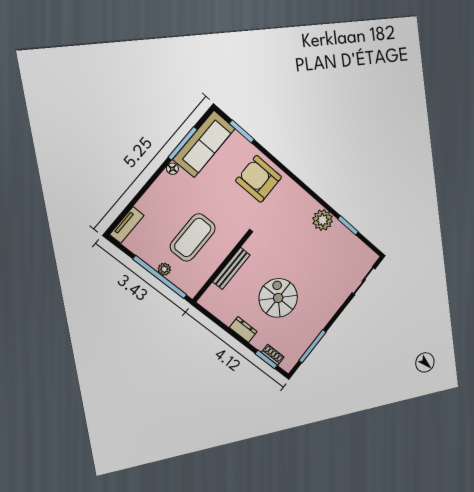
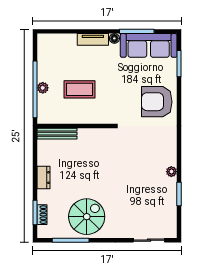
armchair: (259, 179) -> (157, 102), turned -90
plant: (323, 220) -> (171, 172), width x0.53, depth x0.53
tv unit: (127, 225) -> (93, 39), moved
coffee table: (193, 237) -> (80, 89), width x0.73, depth x0.76
bench: (231, 268) -> (57, 134), moved
spiral stairs: (278, 298) -> (87, 217), moved

